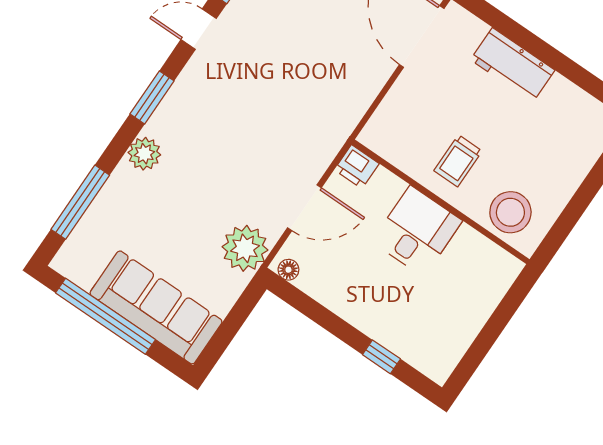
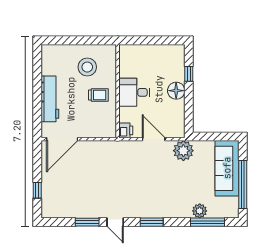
workbench: (513, 65) -> (50, 99), width x1.38
plant: (144, 154) -> (200, 211), moved
stool: (510, 212) -> (87, 67), moved
floor lamp: (288, 270) -> (176, 91), moved, width x1.89, depth x1.89

